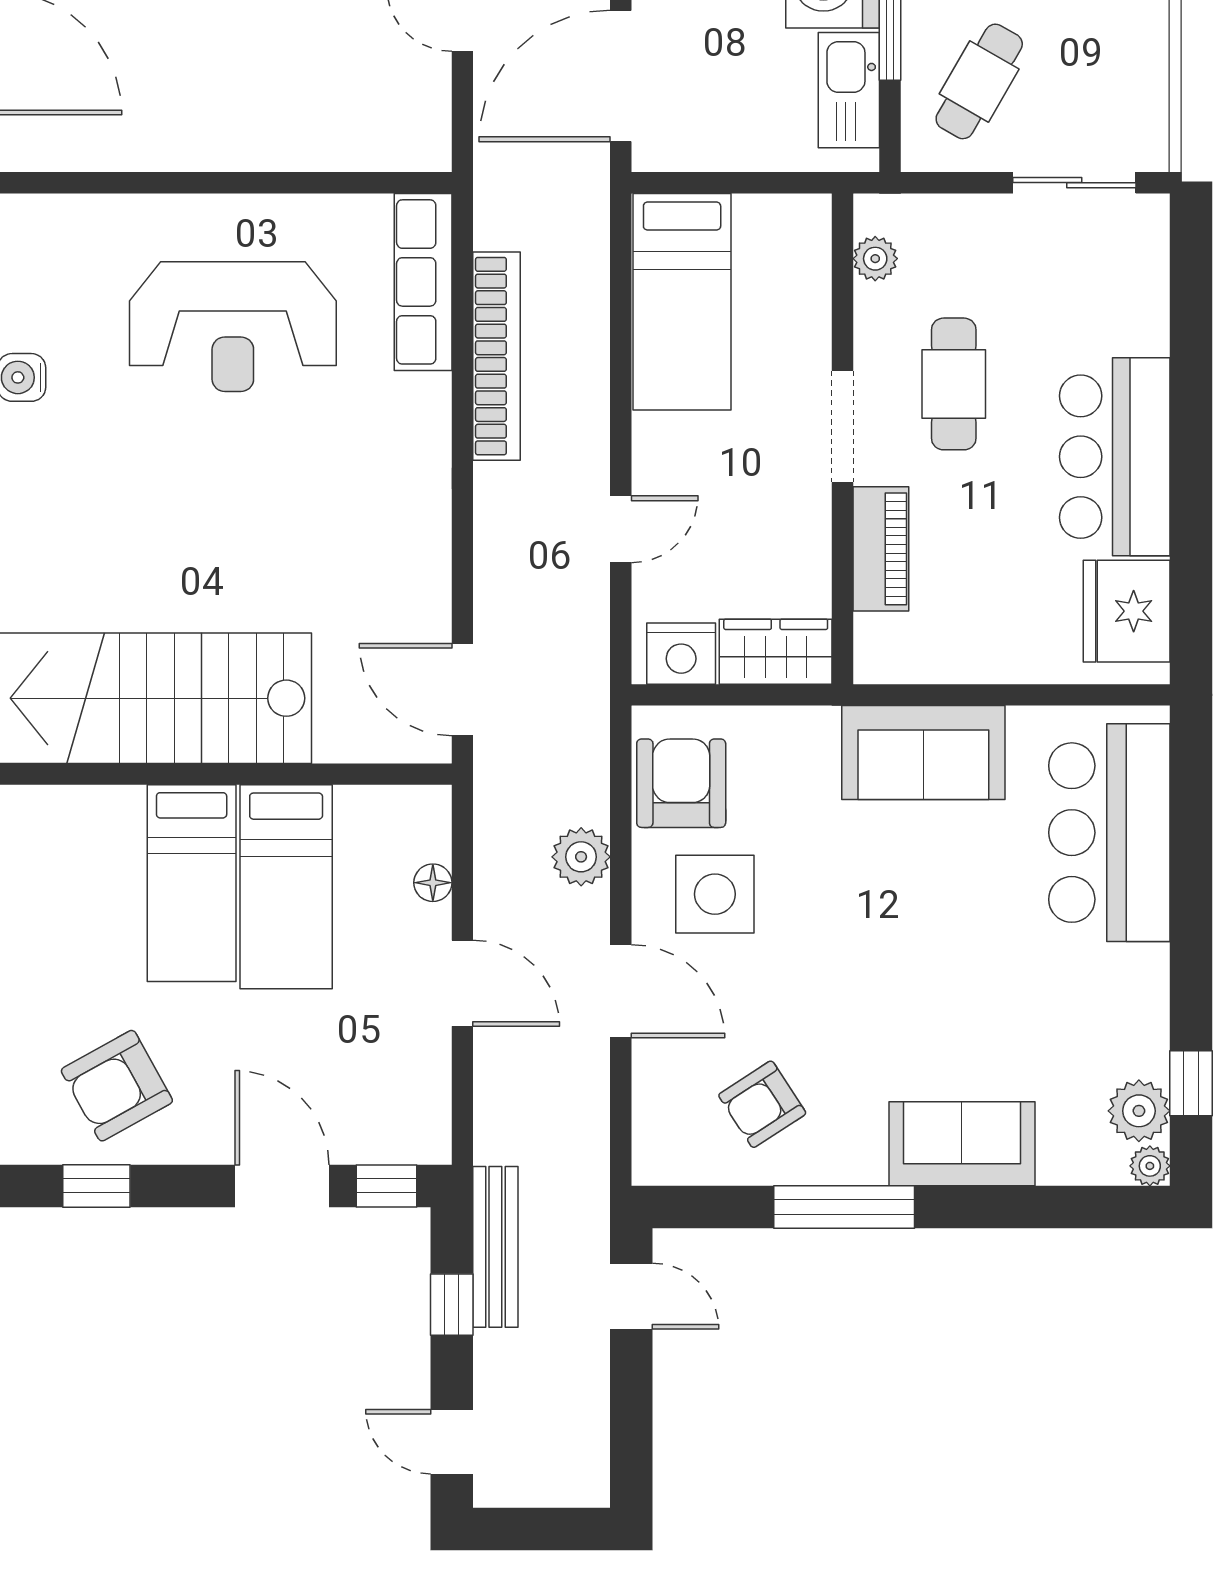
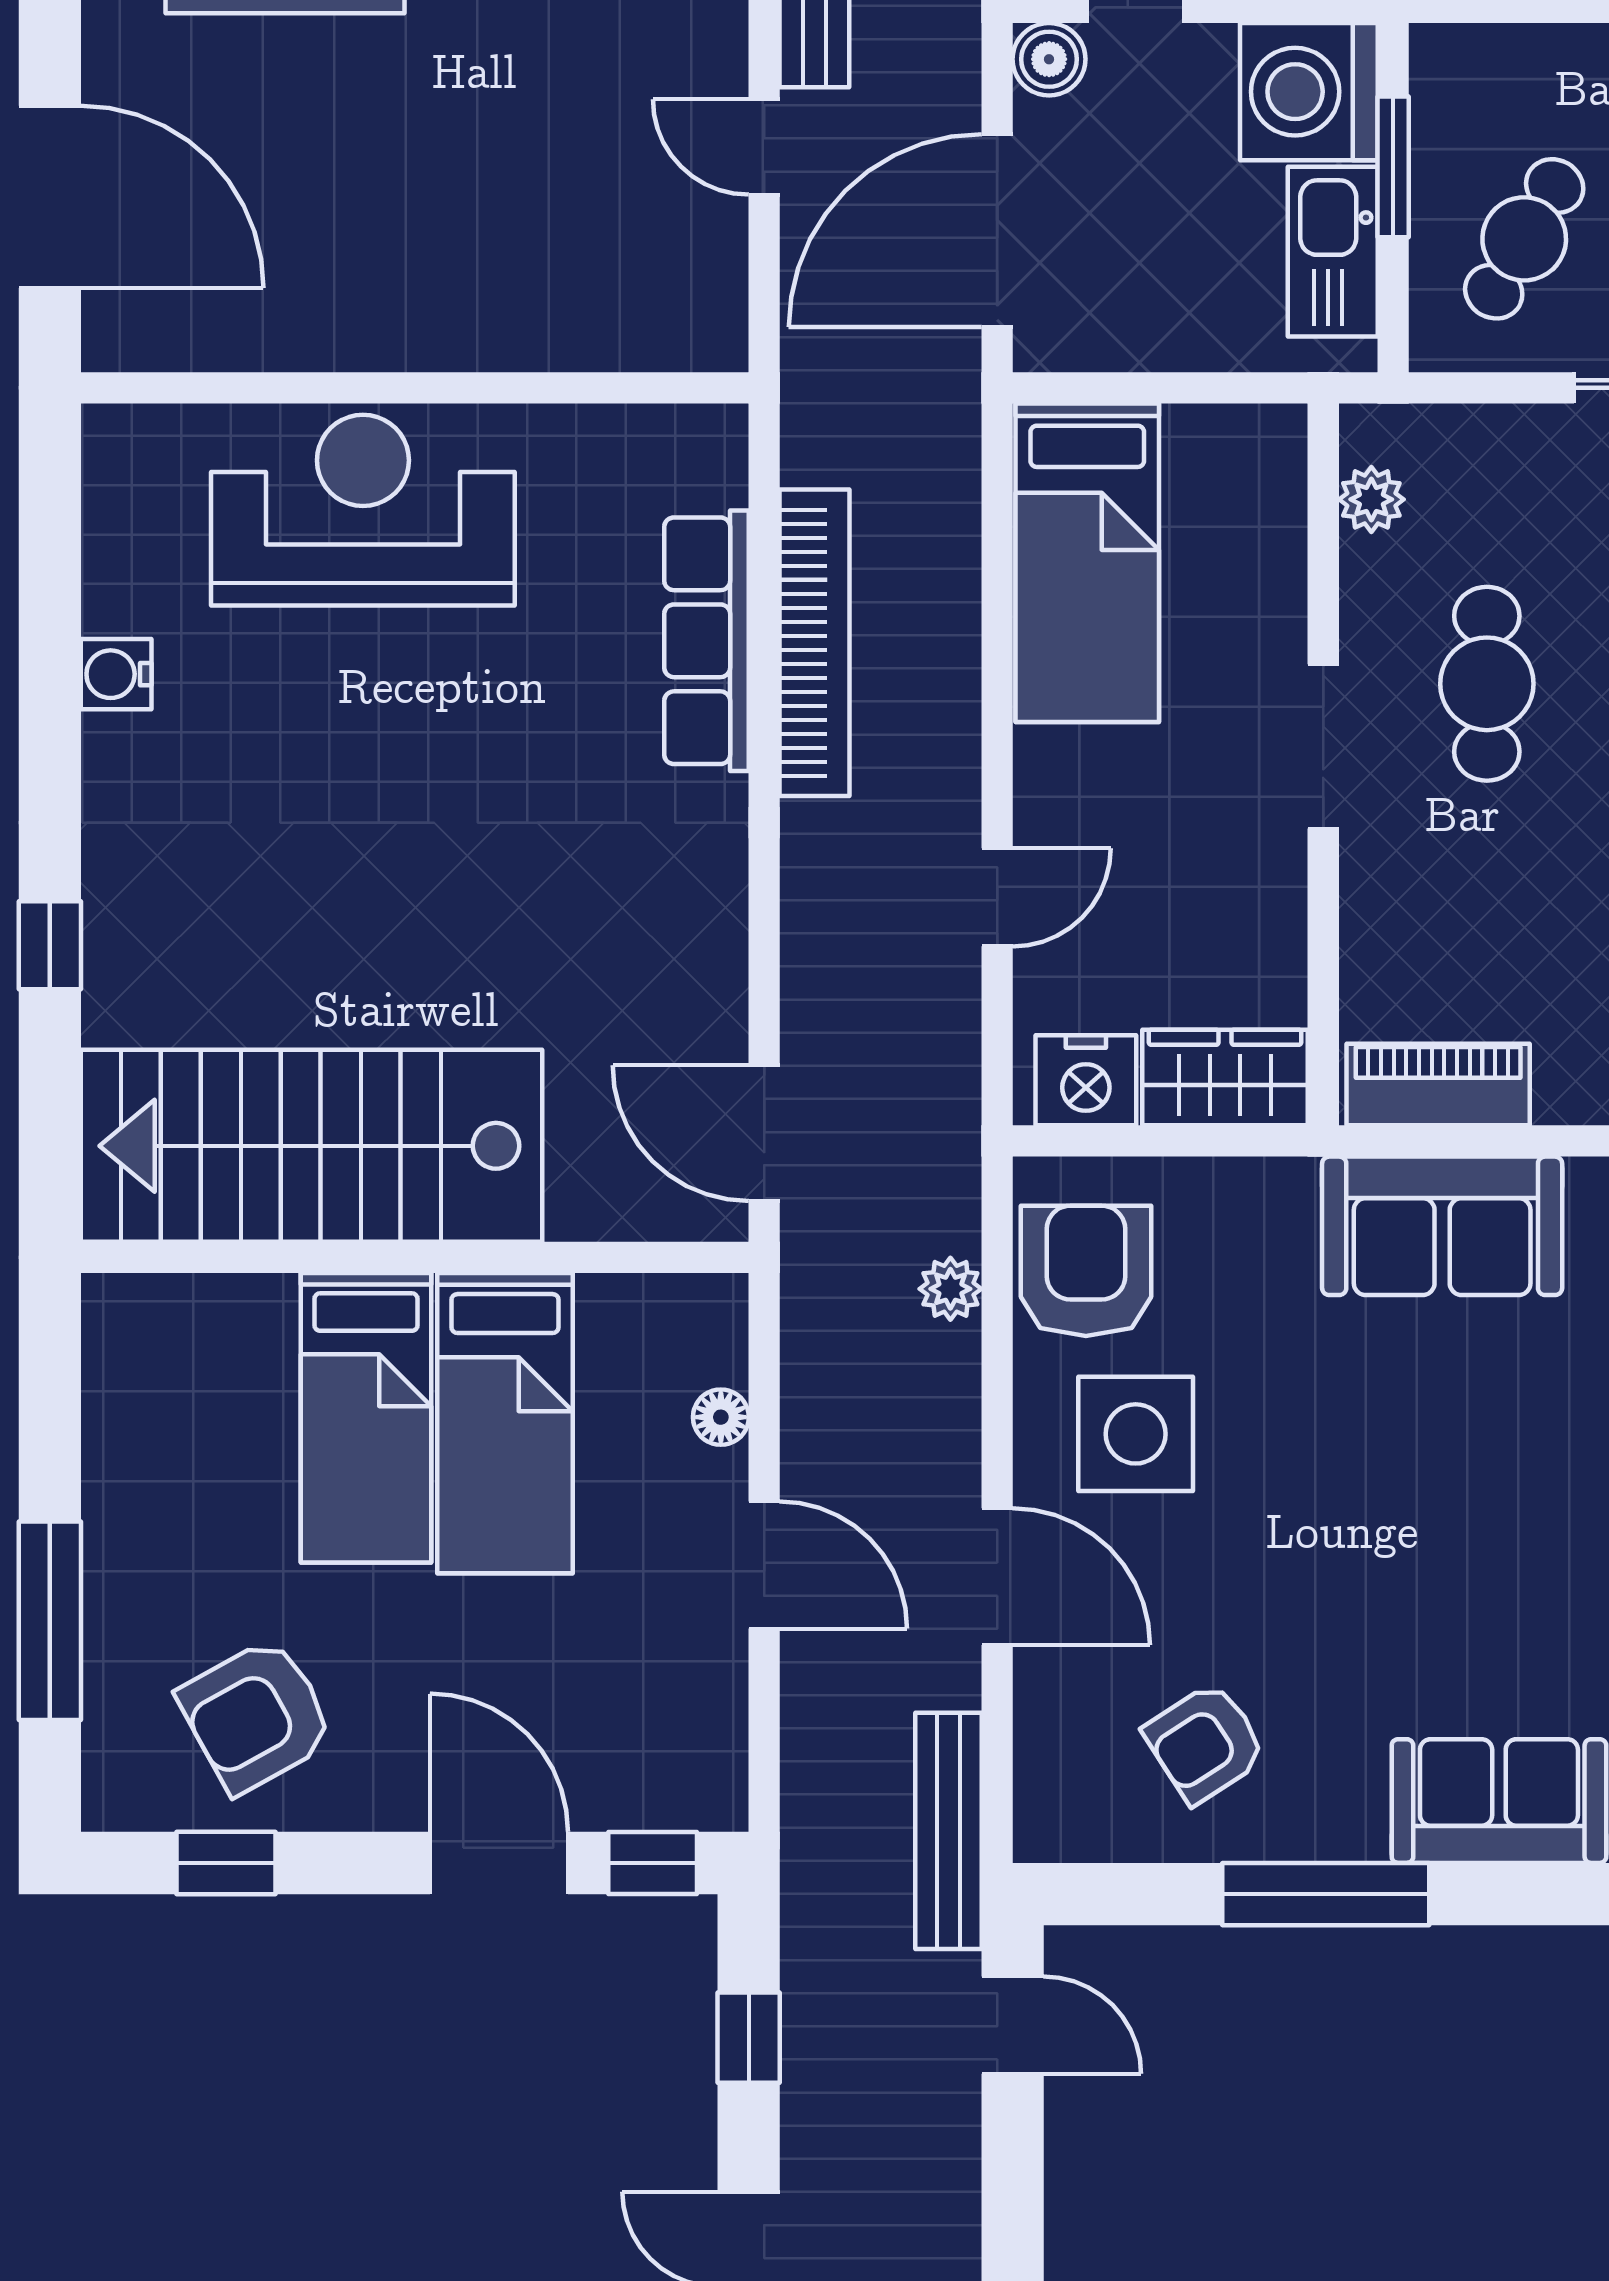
row of seats: (423, 282) -> (706, 641), moved
reception desk: (233, 327) -> (363, 510), moved, turned 180
piano: (881, 549) -> (1438, 1085), moved, turned -90
plant: (581, 857) -> (950, 1289), moved, width x0.73, depth x0.73
bench: (495, 1247) -> (948, 1831), moved

